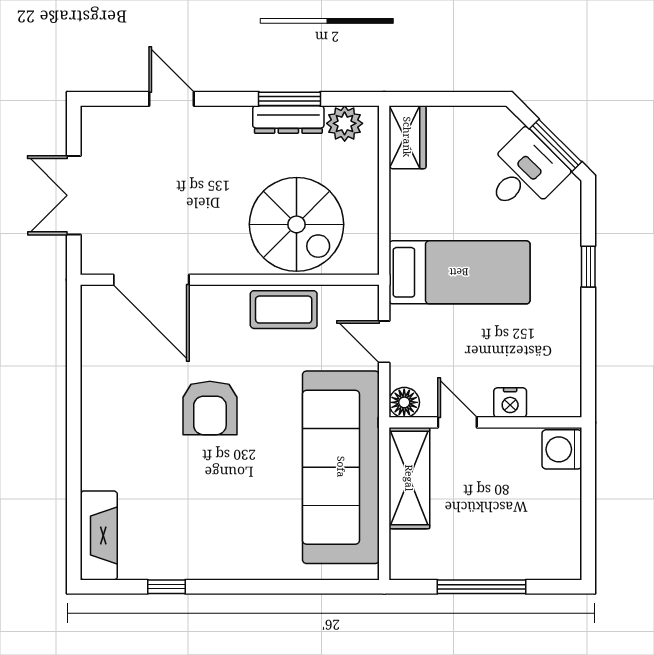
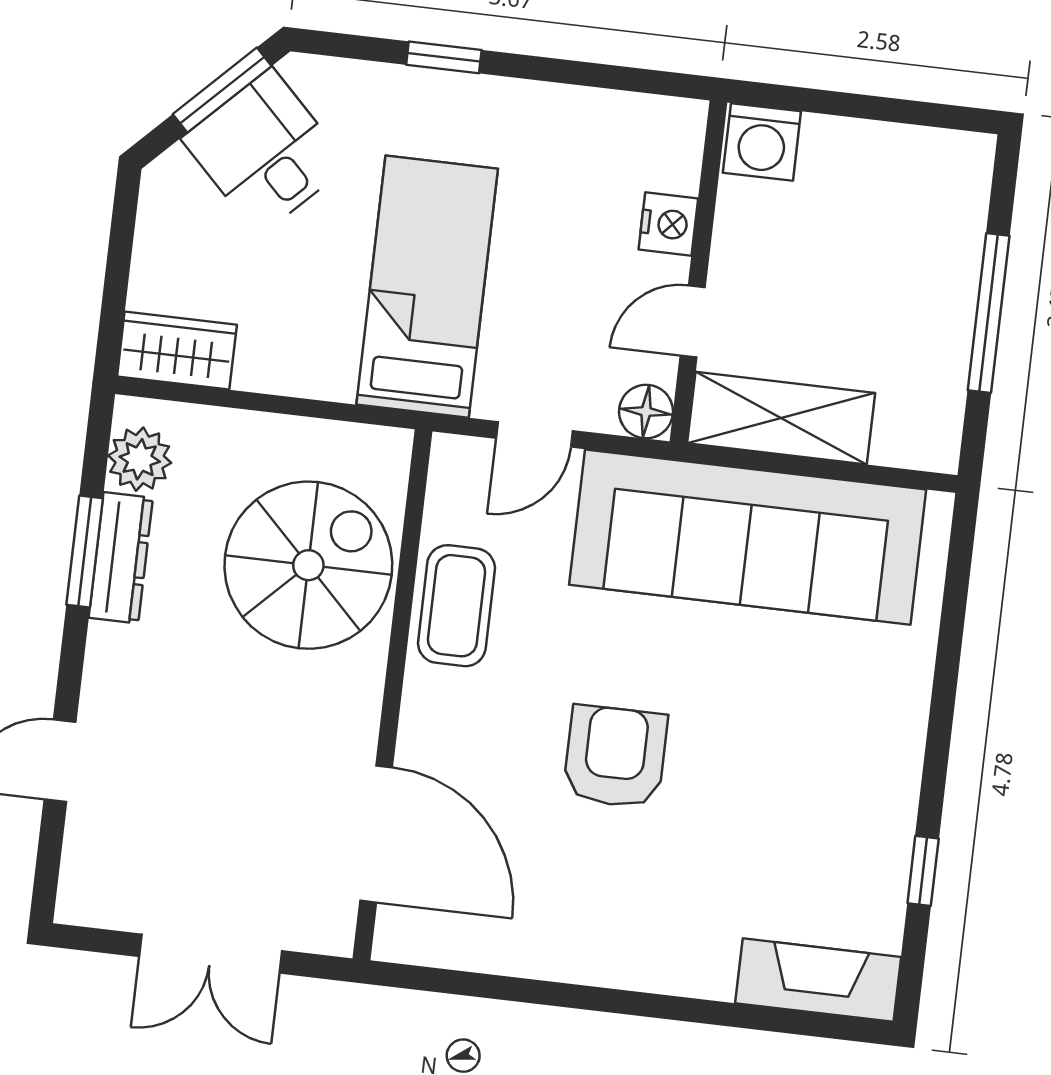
door: (151, 280) -> (376, 834), hinge flipped
armchair: (210, 408) -> (615, 757), turned -90

